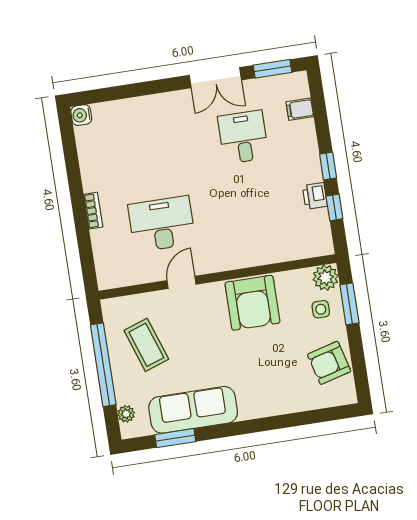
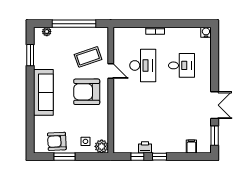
double door: (215, 78) -> (215, 105), swing flipped
desk: (243, 137) -> (181, 65), moved
armchair: (252, 303) -> (87, 92), moved
window: (349, 304) -> (65, 157), moved
coffee table: (146, 345) -> (88, 57), moved
armchair: (329, 363) -> (57, 141), turned -78
sofa: (193, 410) -> (43, 92), moved

